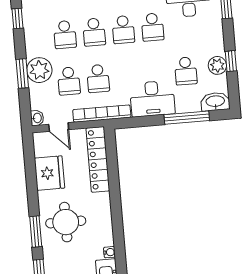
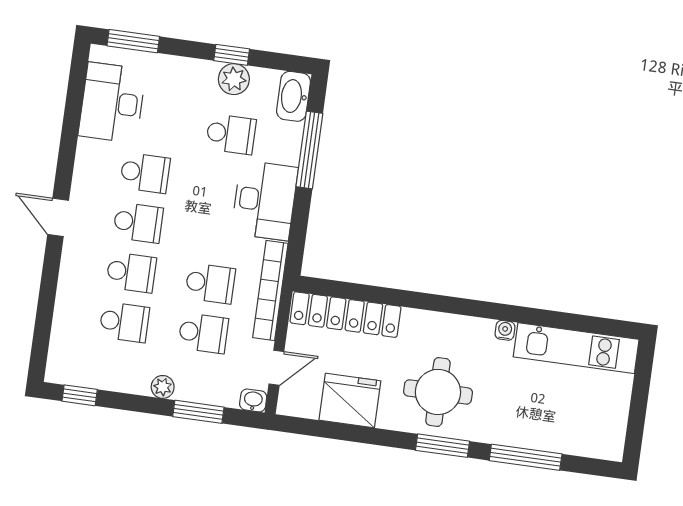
plant: (39, 70) -> (163, 387), width x0.53, depth x0.53
window: (22, 74) -> (198, 412), moved

